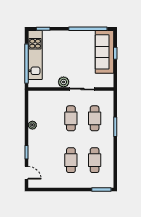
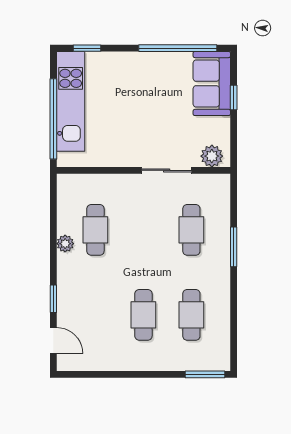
sofa: (105, 52) -> (212, 83), width x0.73
plant: (64, 82) -> (212, 156), moved
cafe table: (71, 118) -> (95, 230), moved

